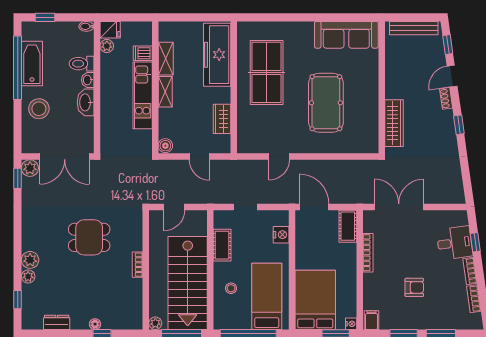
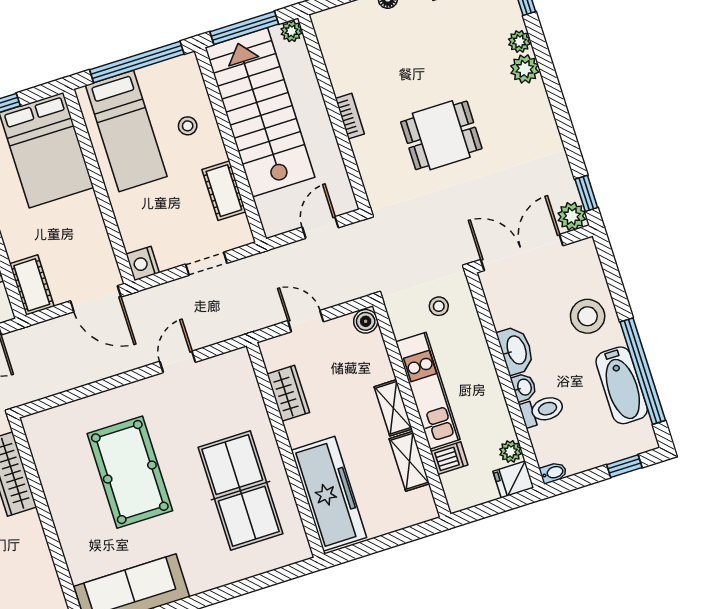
stool: (121, 141) -> (439, 306), added
nightstand: (281, 235) -> (143, 263), moved

